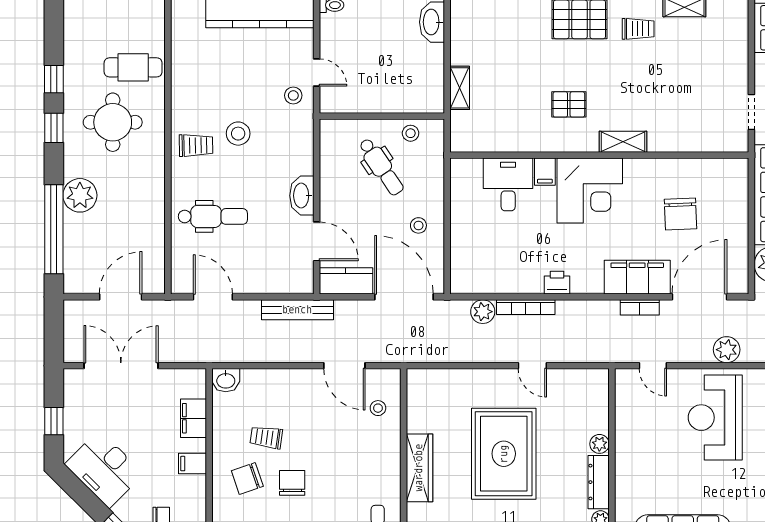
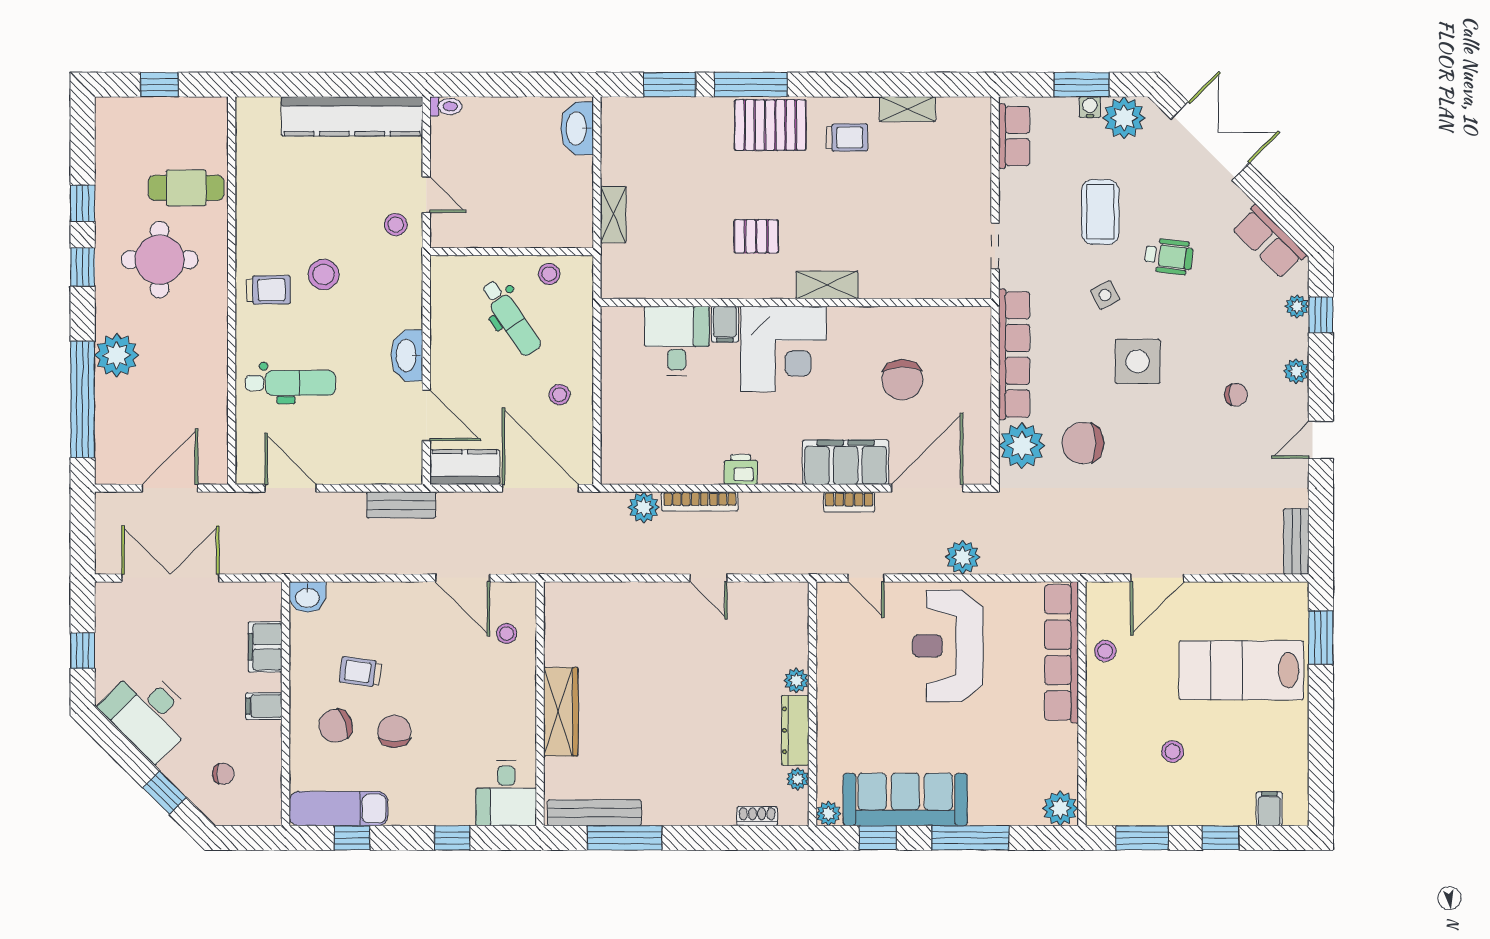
bench: (297, 310) -> (401, 505), width x0.73
rug: (504, 454) -> (671, 693), removed

